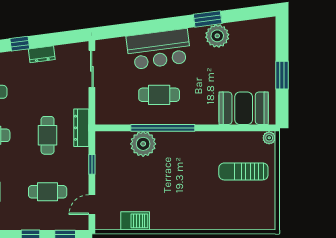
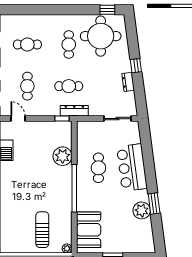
window: (163, 128) -> (74, 188), moved
window: (92, 164) -> (62, 119), moved

